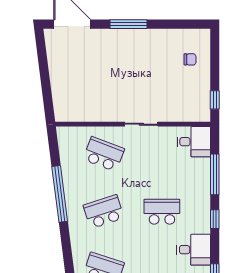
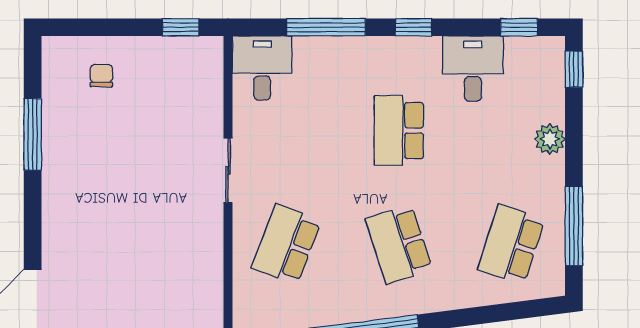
window: (129, 24) -> (33, 134), moved

